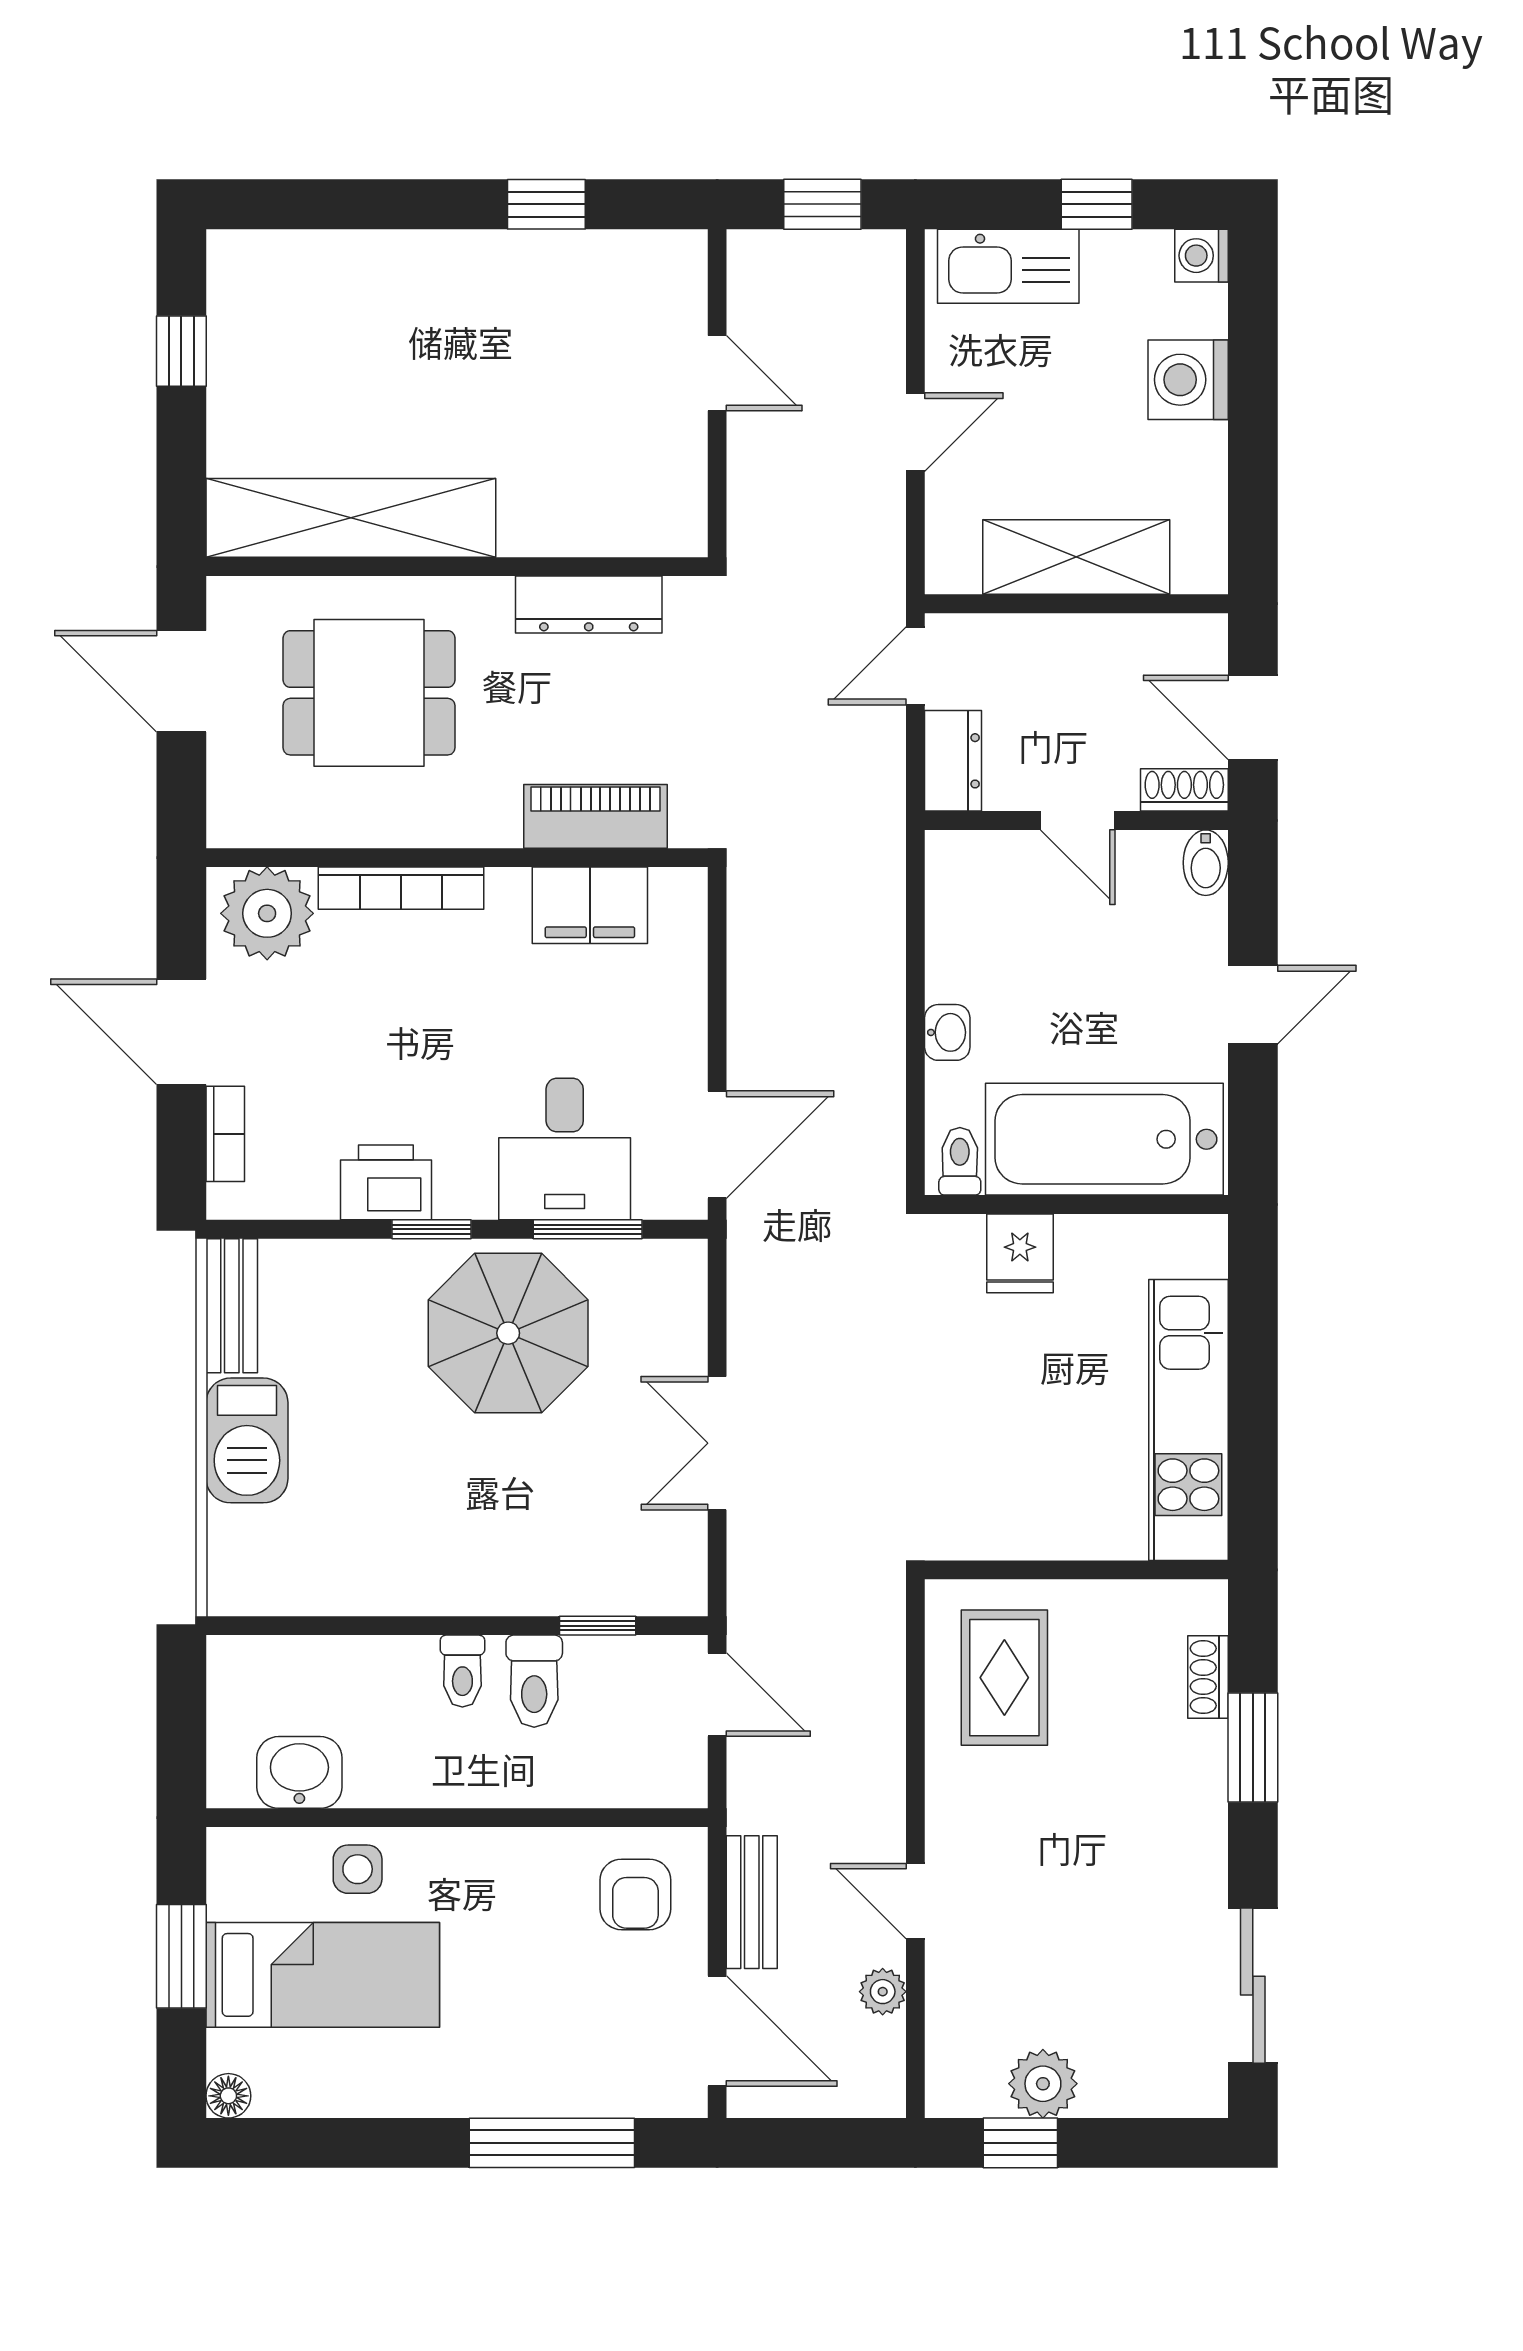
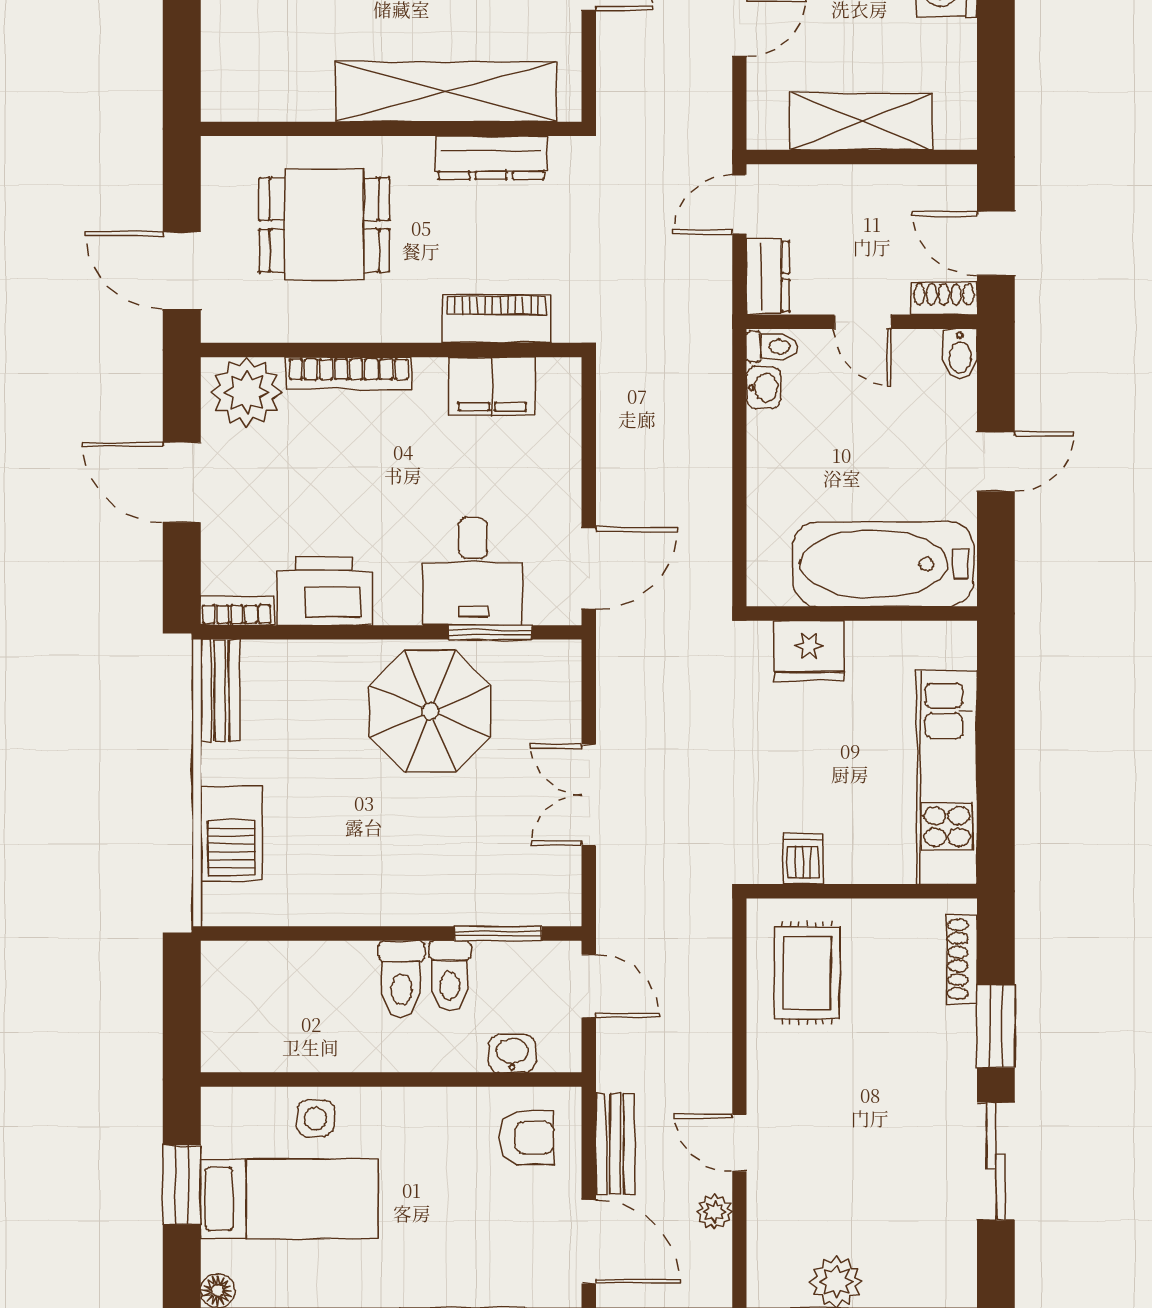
shelving: (351, 518) -> (446, 92), moved
door: (181, 681) -> (182, 270), moved
washbasin: (947, 1032) -> (764, 387), moved
bookcase: (225, 1134) -> (237, 611), moved, turned -90
toilet: (960, 1161) -> (772, 347), moved, turned 90
printer: (386, 1182) -> (324, 591), width x1.37, depth x1.19
window: (432, 1229) -> (372, 632), removed
fridge: (1020, 1253) -> (809, 651), width x1.38
barbecue: (247, 1440) -> (232, 834), moved
dishwasher: (999, 1527) -> (803, 858), added
window: (598, 1626) -> (498, 934), width x1.50
toilet: (462, 1671) -> (402, 979), width x1.37, depth x1.39
shoe rack: (1208, 1677) -> (962, 959), width x1.43
washbasin: (299, 1772) -> (512, 1054), moved, width x0.72, depth x0.69
armchair: (635, 1894) -> (527, 1138), turned -90
sliding door: (1253, 1986) -> (996, 1161), moved

